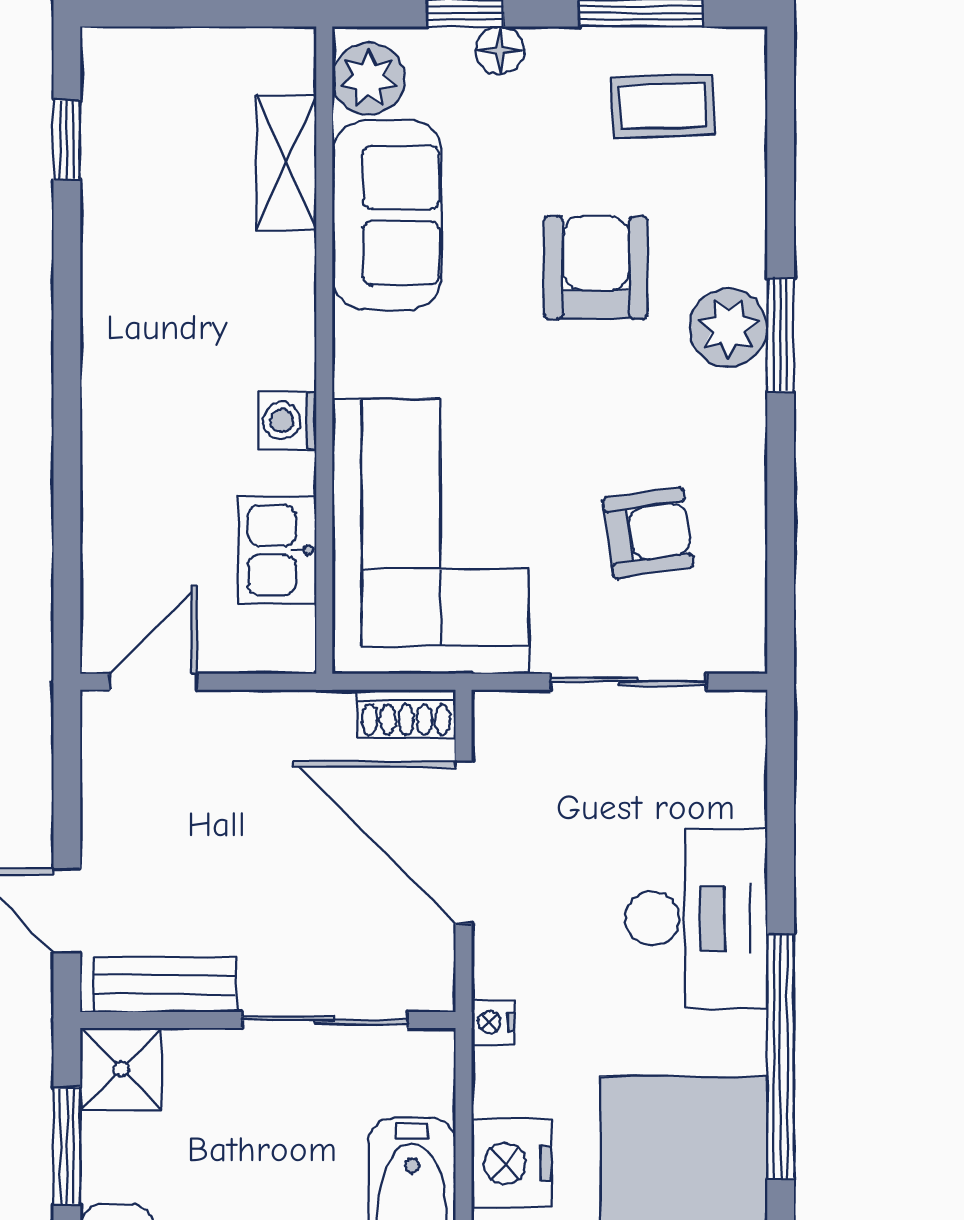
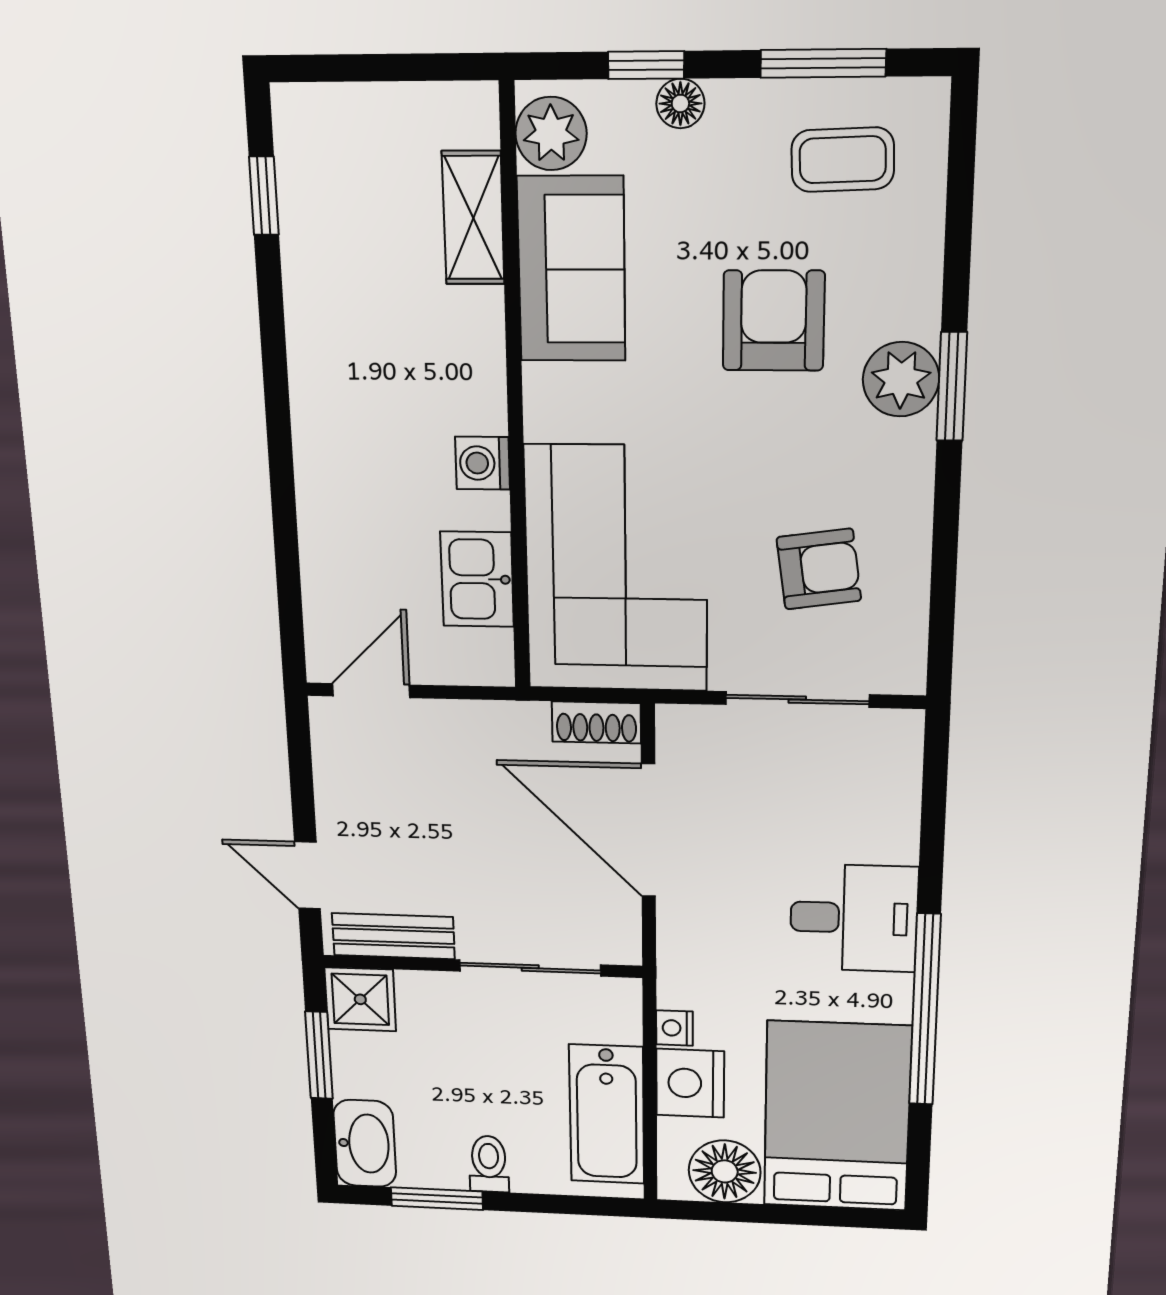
desk: (696, 919) -> (854, 918), width x0.73
nightstand: (493, 1022) -> (674, 1028), moved

